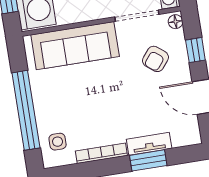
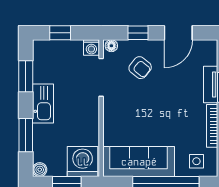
sofa: (75, 46) -> (139, 162), moved, turned -90

